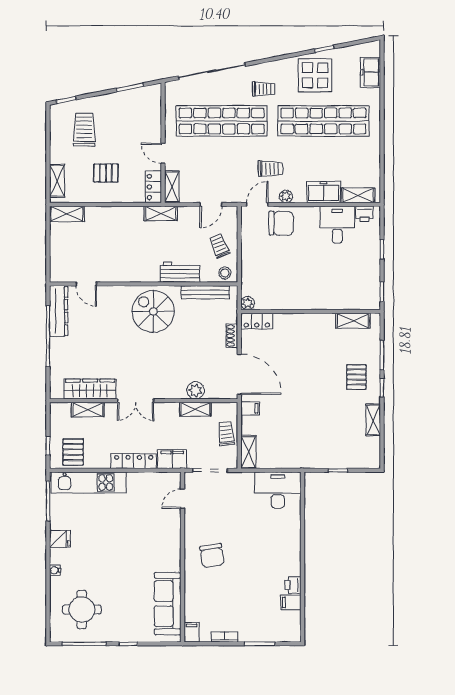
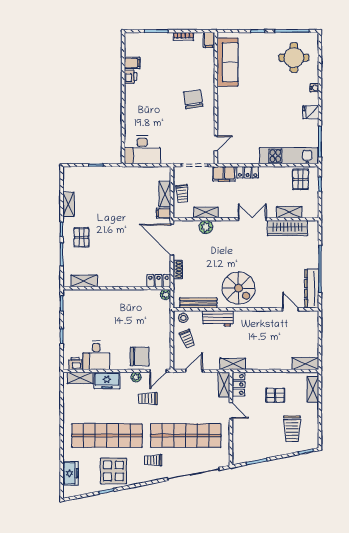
chair: (281, 223) -> (140, 356), turned 180
shelving: (248, 452) -> (165, 194), moved
locker: (134, 461) -> (248, 172), width x0.66

